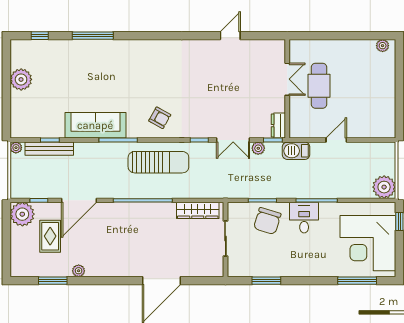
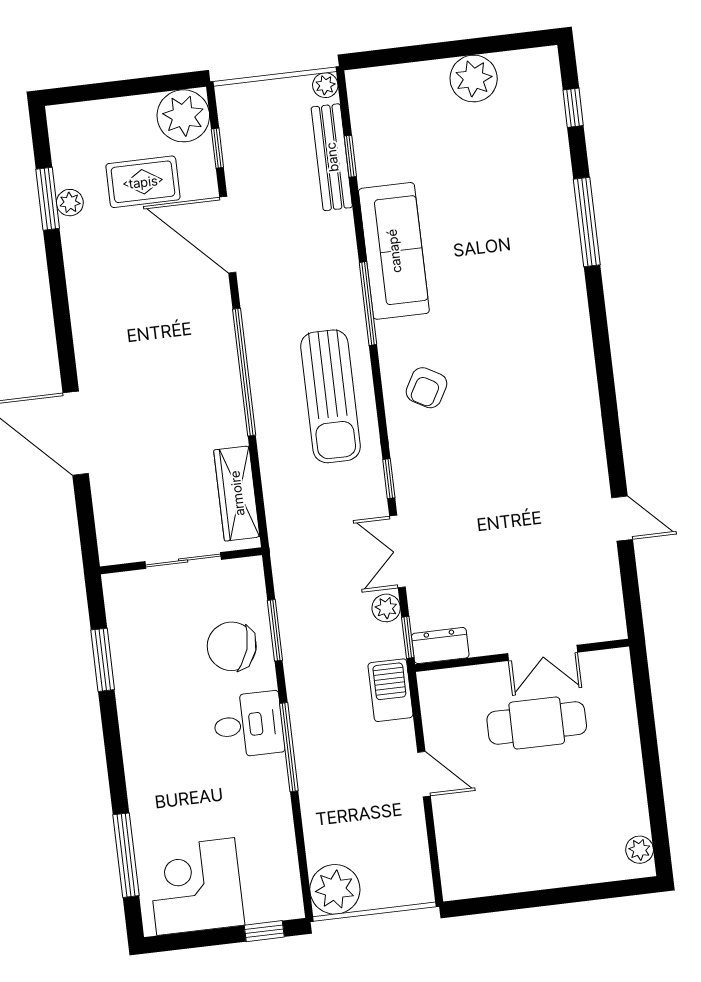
corner desk: (368, 243) -> (196, 887), width x0.74, depth x0.74
plant: (79, 271) -> (70, 203), moved

